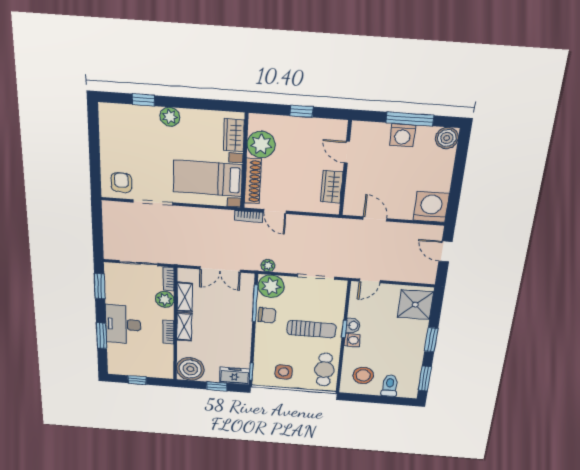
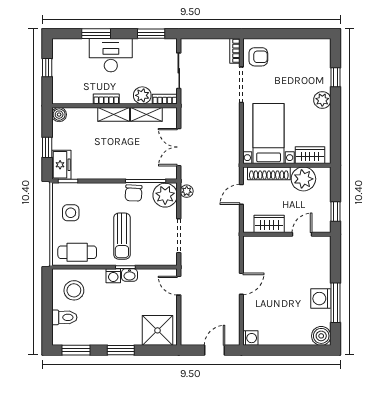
door: (347, 152) -> (302, 234), moved
wall: (345, 169) -> (287, 234), moved
wardrobe: (332, 187) -> (269, 224), moved
washing machine: (431, 207) -> (250, 338), width x0.53, depth x0.53
bookcase: (249, 216) -> (235, 51), moved
boiler: (190, 369) -> (59, 115), width x0.54, depth x0.54

